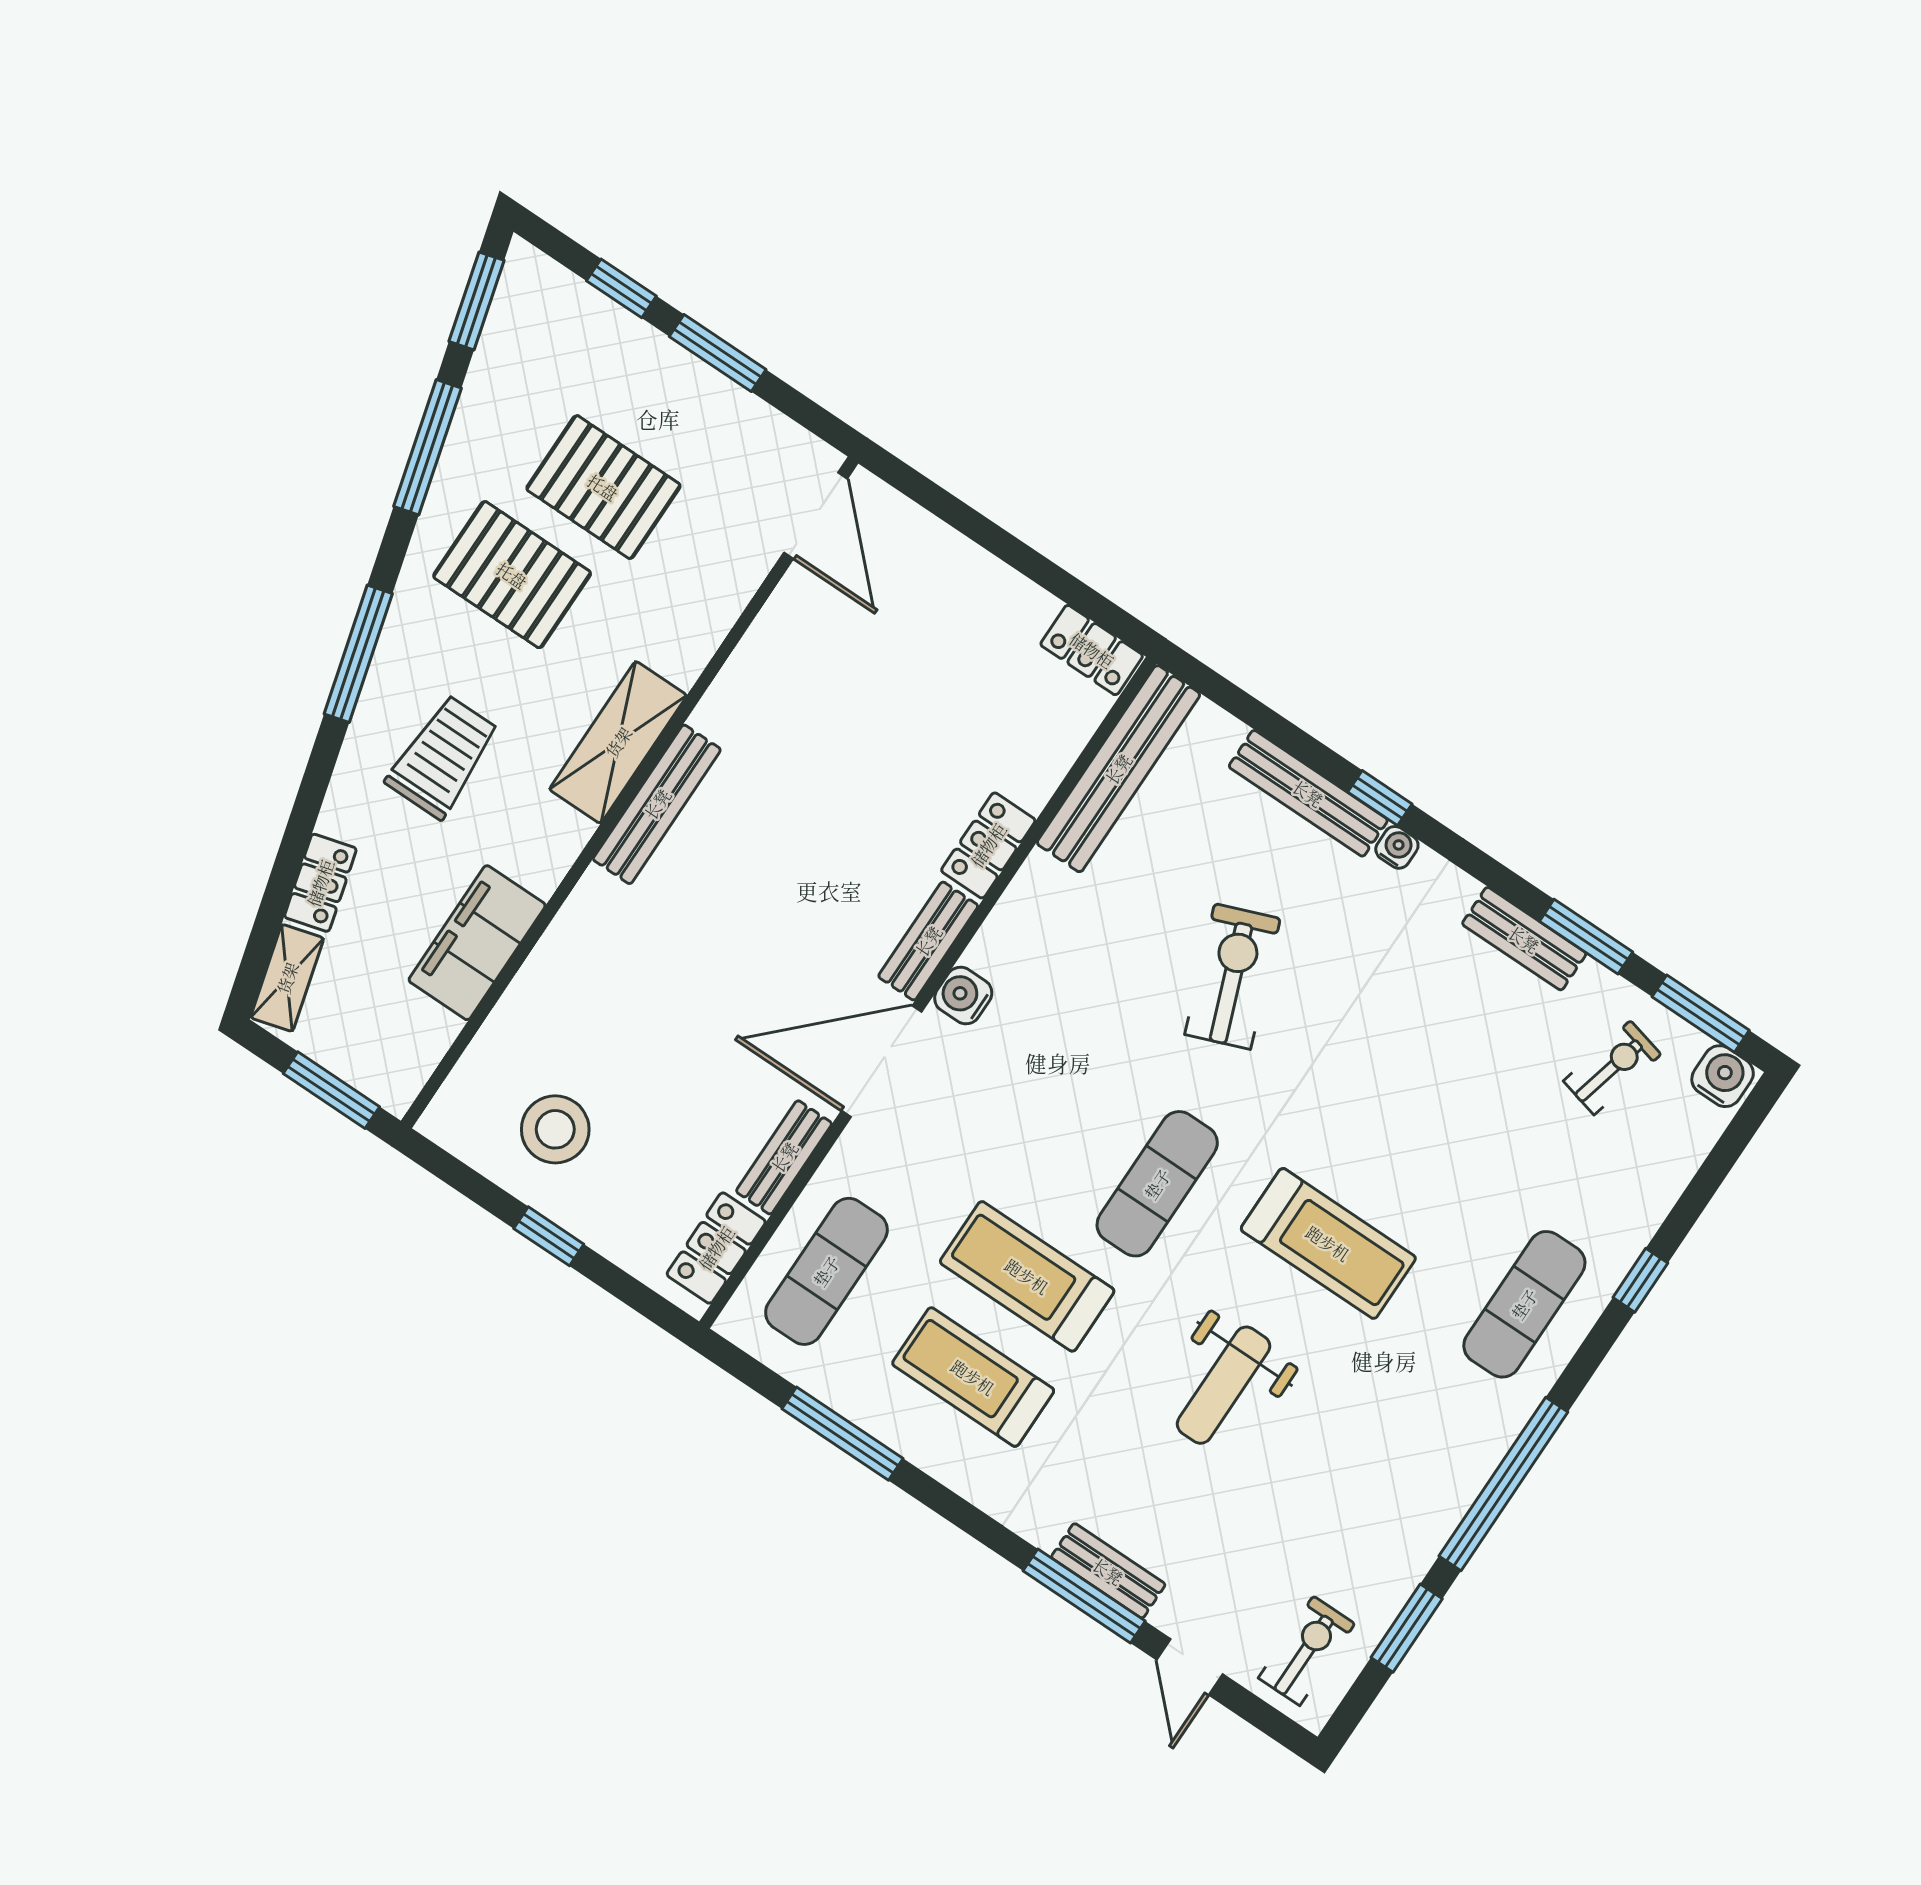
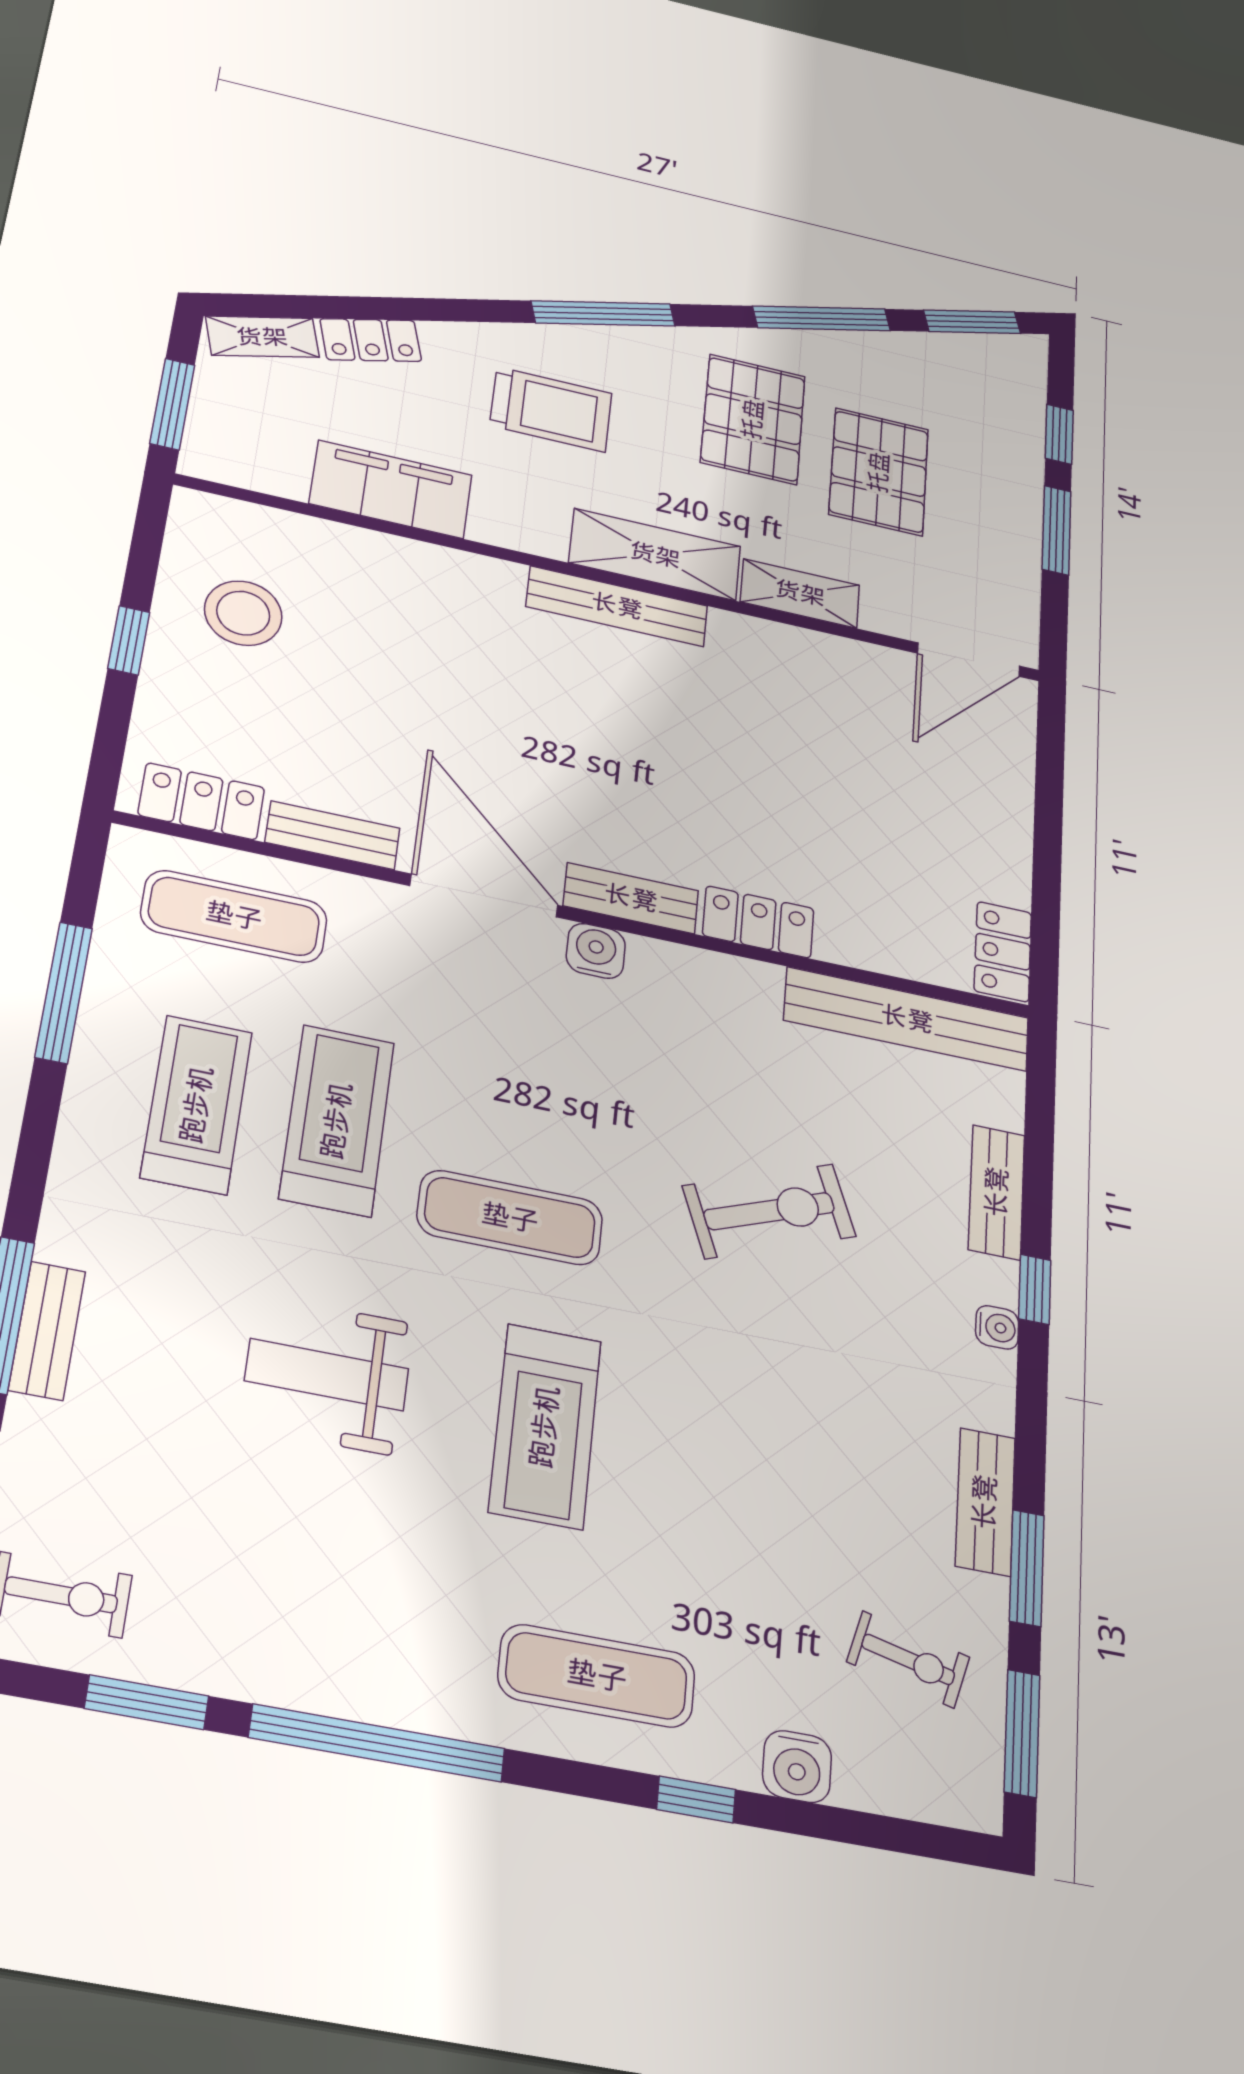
shelving: (700, 632) -> (800, 593), added
bench: (1308, 793) -> (997, 1192), width x0.73
water cooler: (1723, 1076) -> (797, 1766), moved, turned 90

